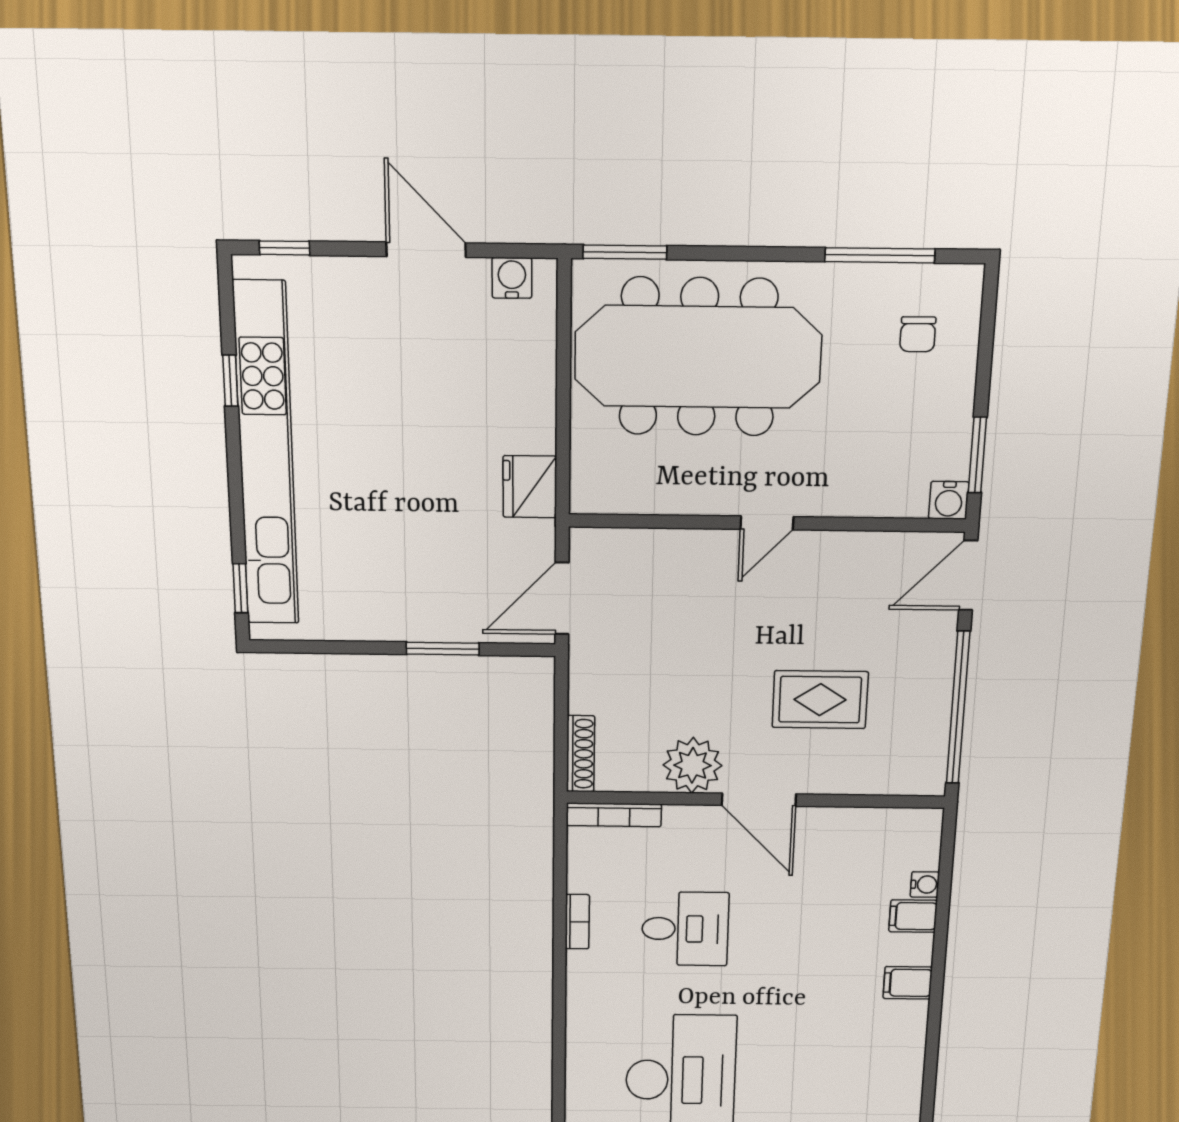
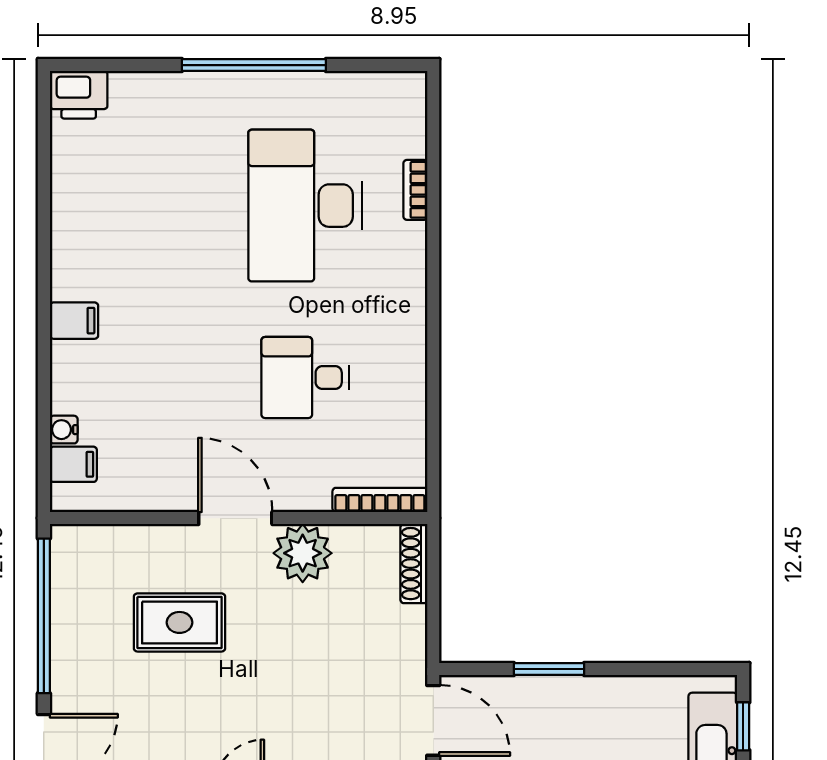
door: (562, 598) -> (433, 720), hinge flipped
filing cabinet: (913, 916) -> (73, 464), moved
bookcase: (577, 922) -> (415, 190), moved

